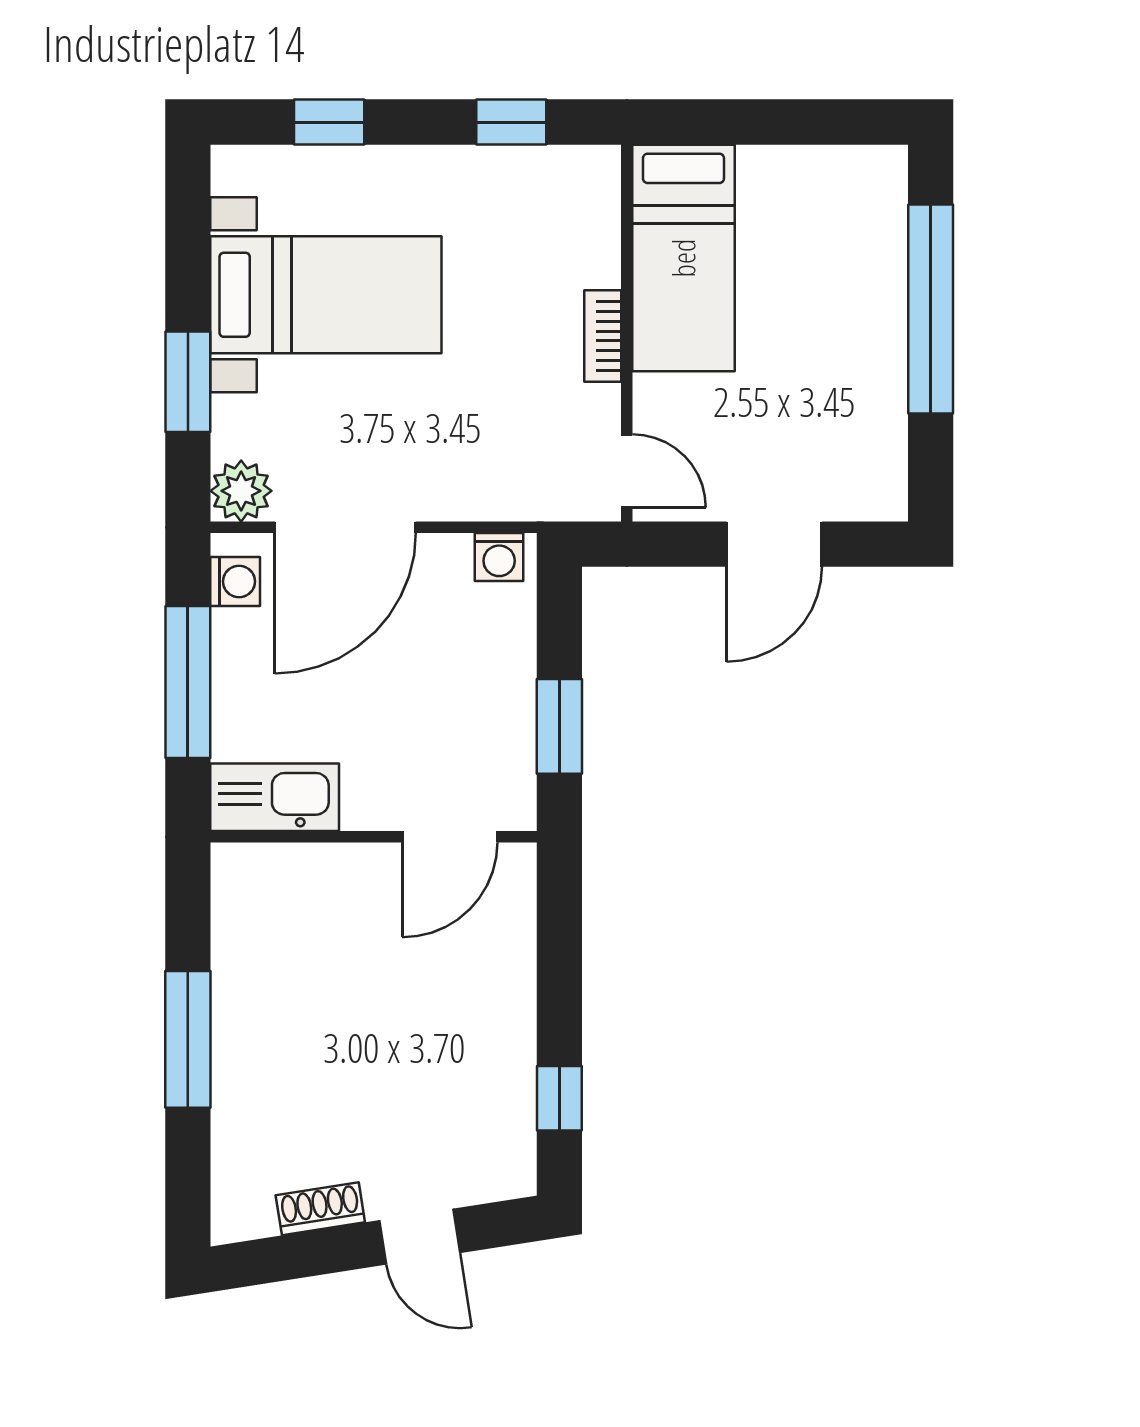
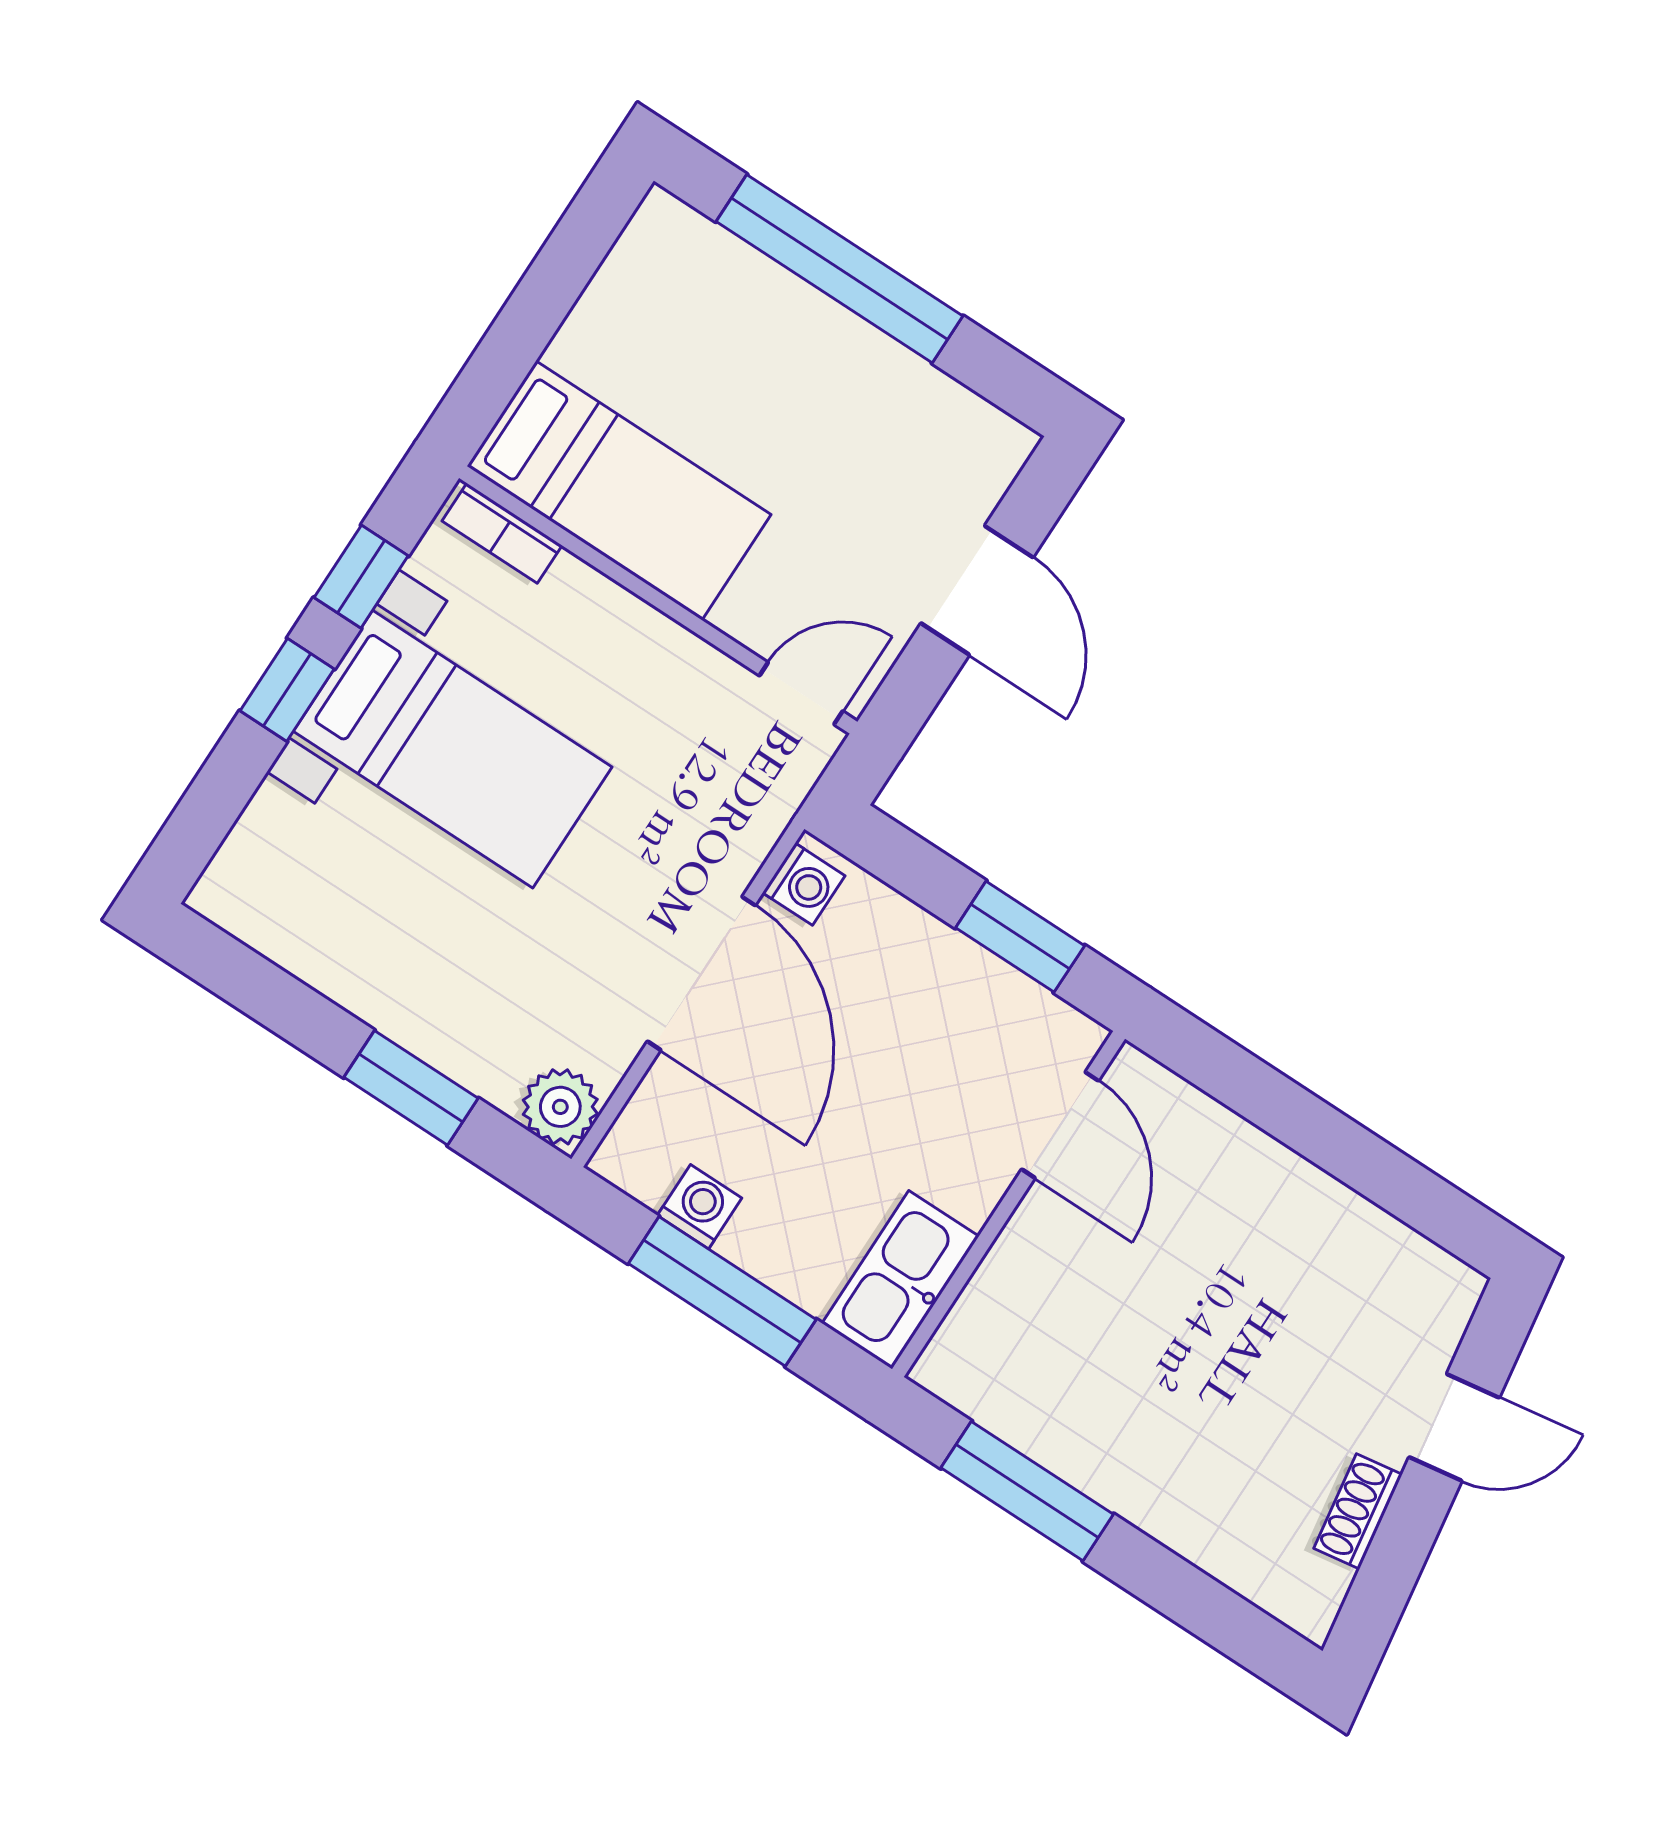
window: (329, 122) -> (287, 690), moved
bed with nightstands: (326, 295) -> (453, 749), moved, turned 90
bookcase: (603, 336) -> (502, 533), moved
door: (345, 527) -> (701, 973), moved
washing machine: (235, 581) -> (700, 1207), moved
window: (188, 1039) -> (1027, 1491), moved
window: (559, 1098) -> (1405, 1189), removed

